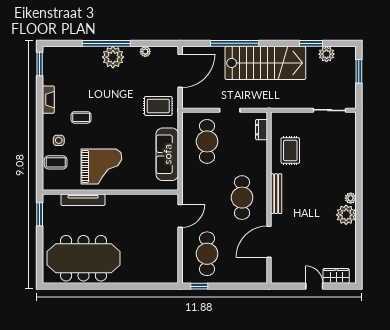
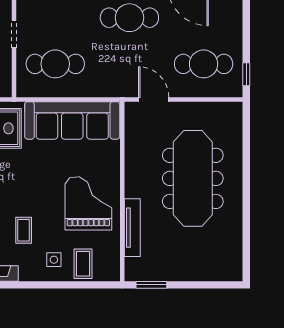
sofa: (167, 154) -> (72, 120), width x1.36, depth x1.27
meeting table: (83, 258) -> (193, 178), moved

